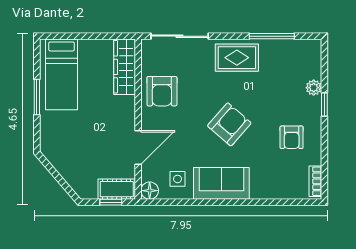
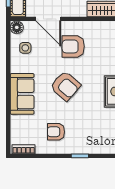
plant: (314, 88) -> (92, 148), removed
armchair: (162, 91) -> (73, 46), moved
sofa: (221, 183) -> (22, 94), moved

